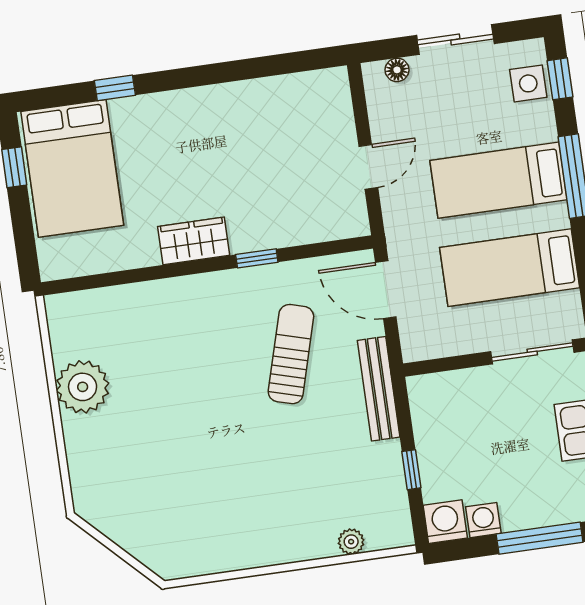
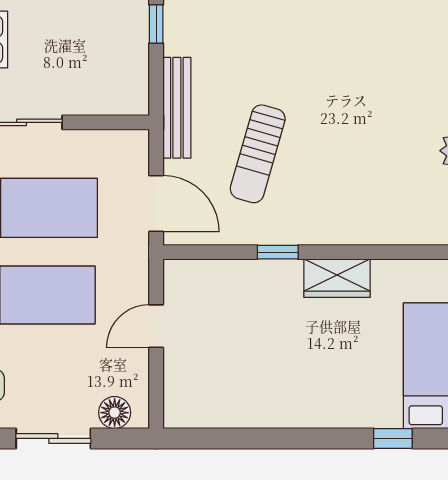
floor lamp: (397, 70) -> (115, 413), width x1.37, depth x1.37

